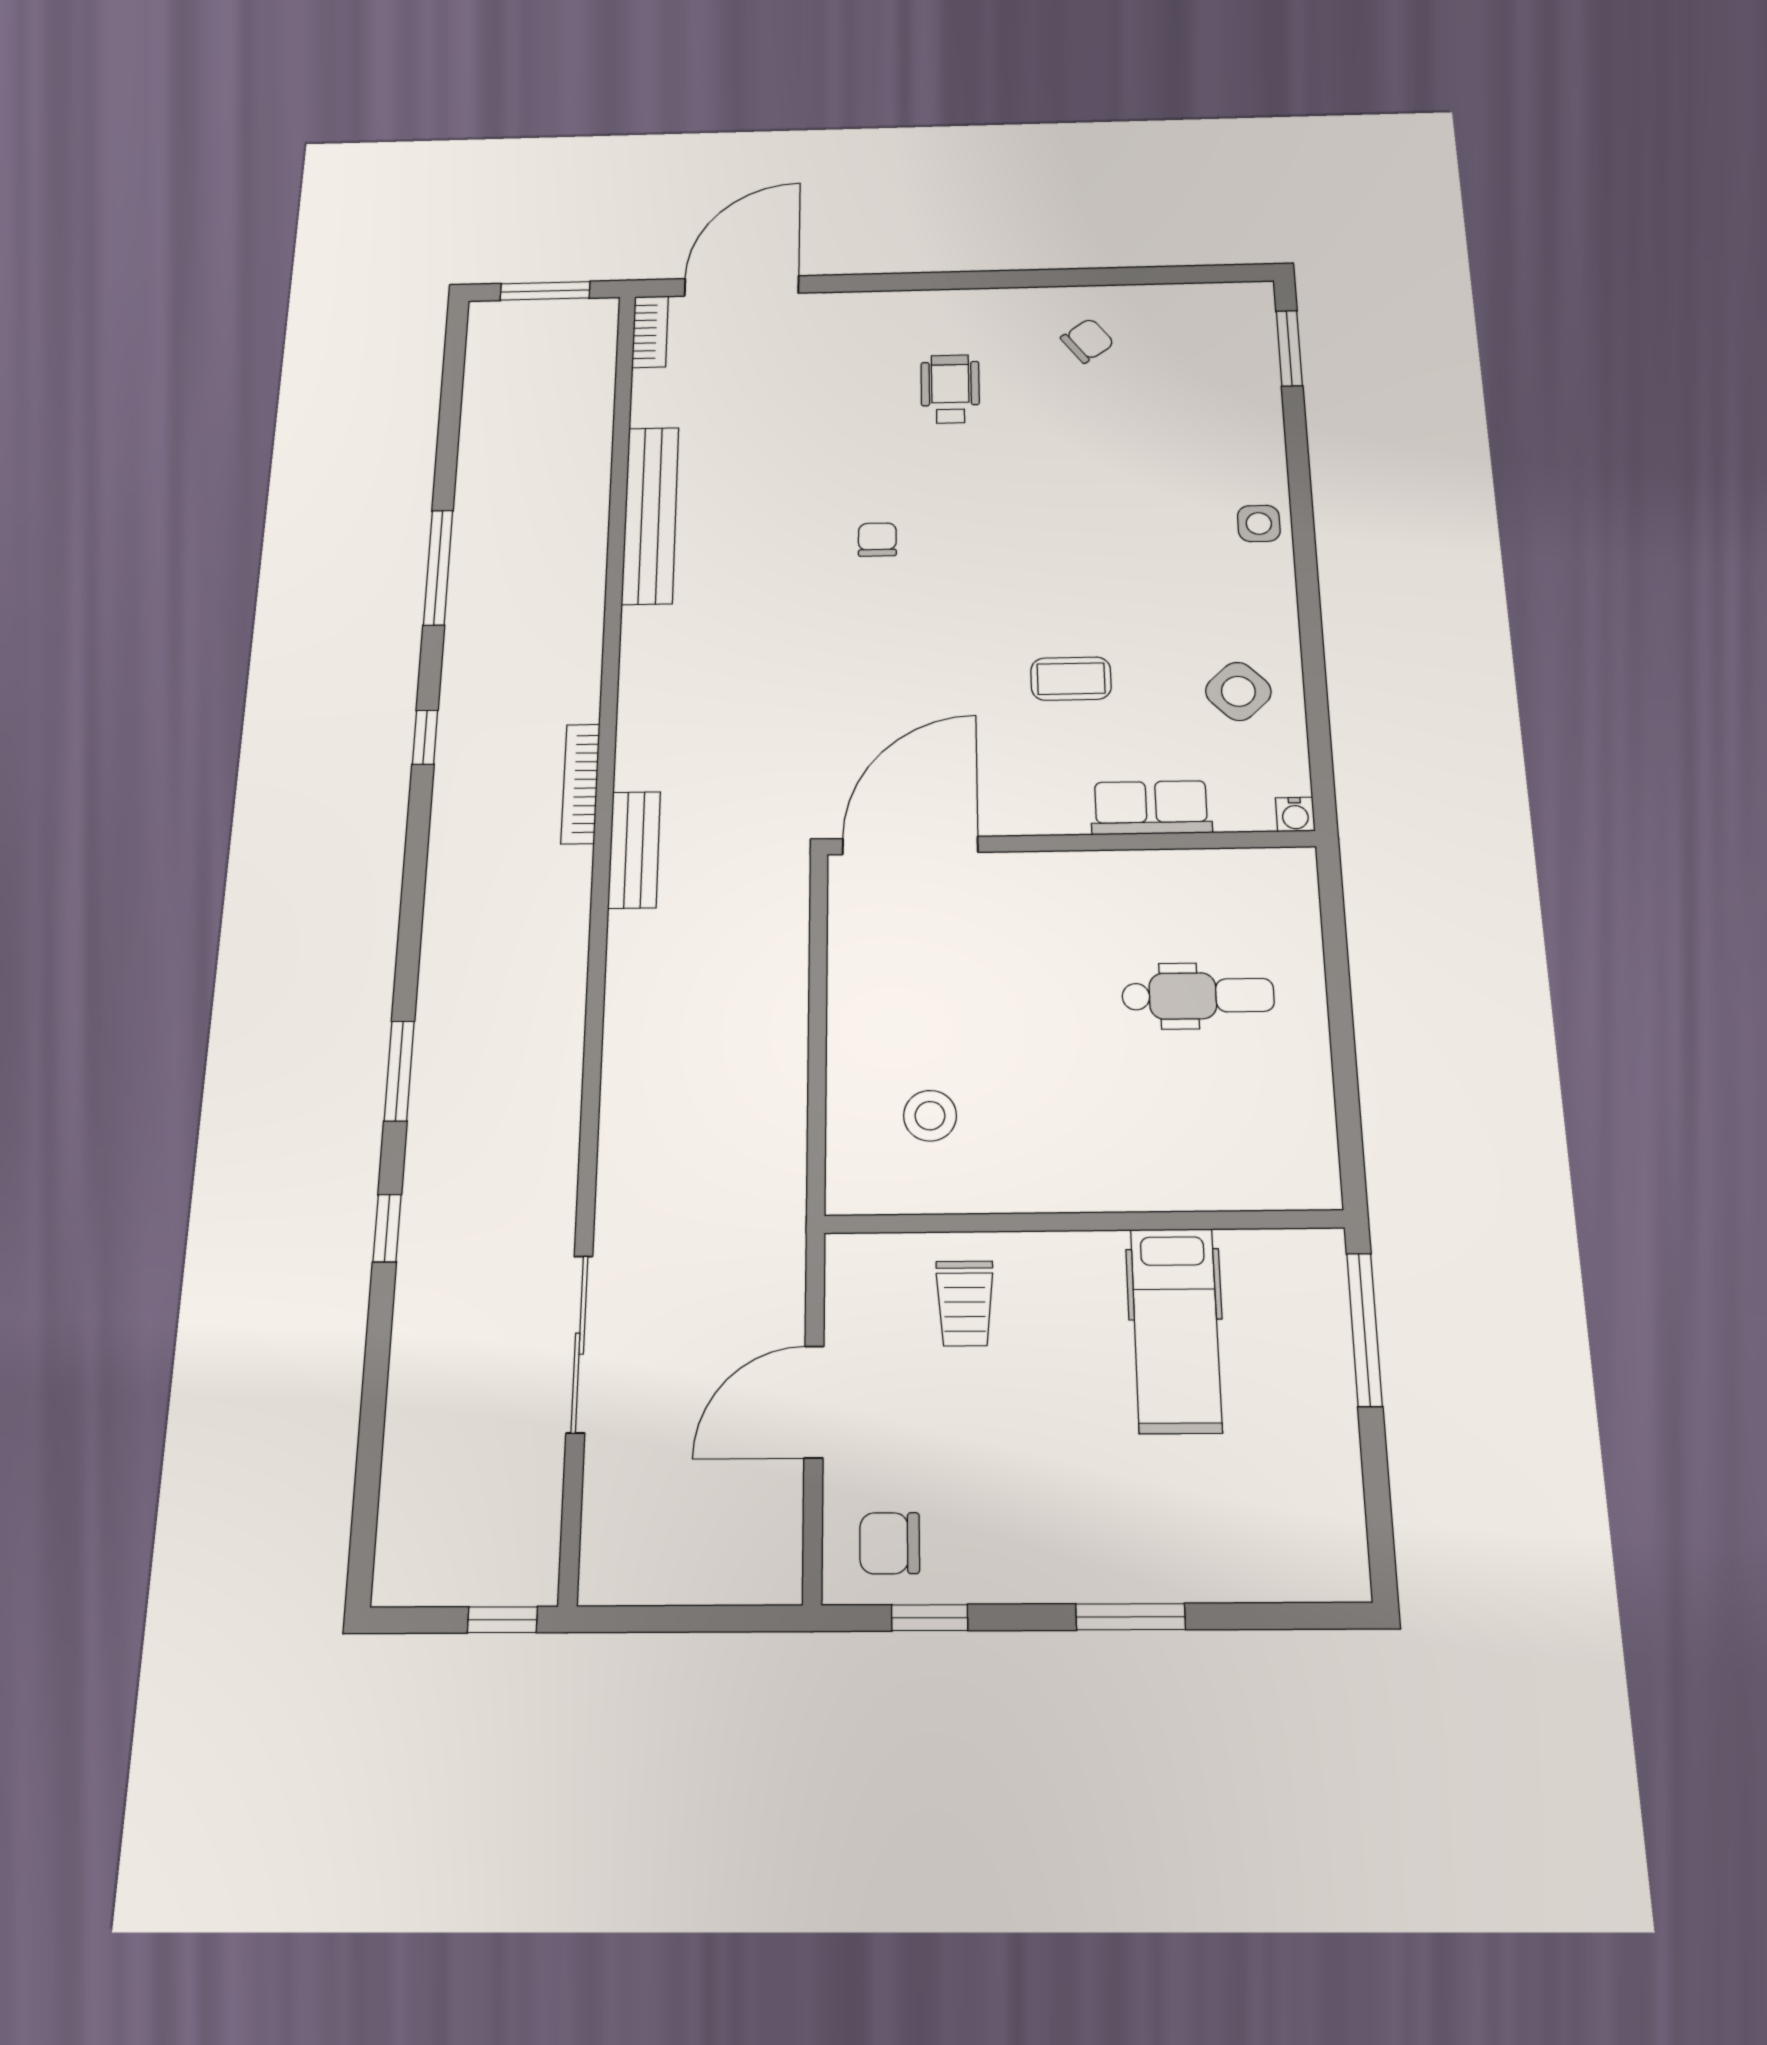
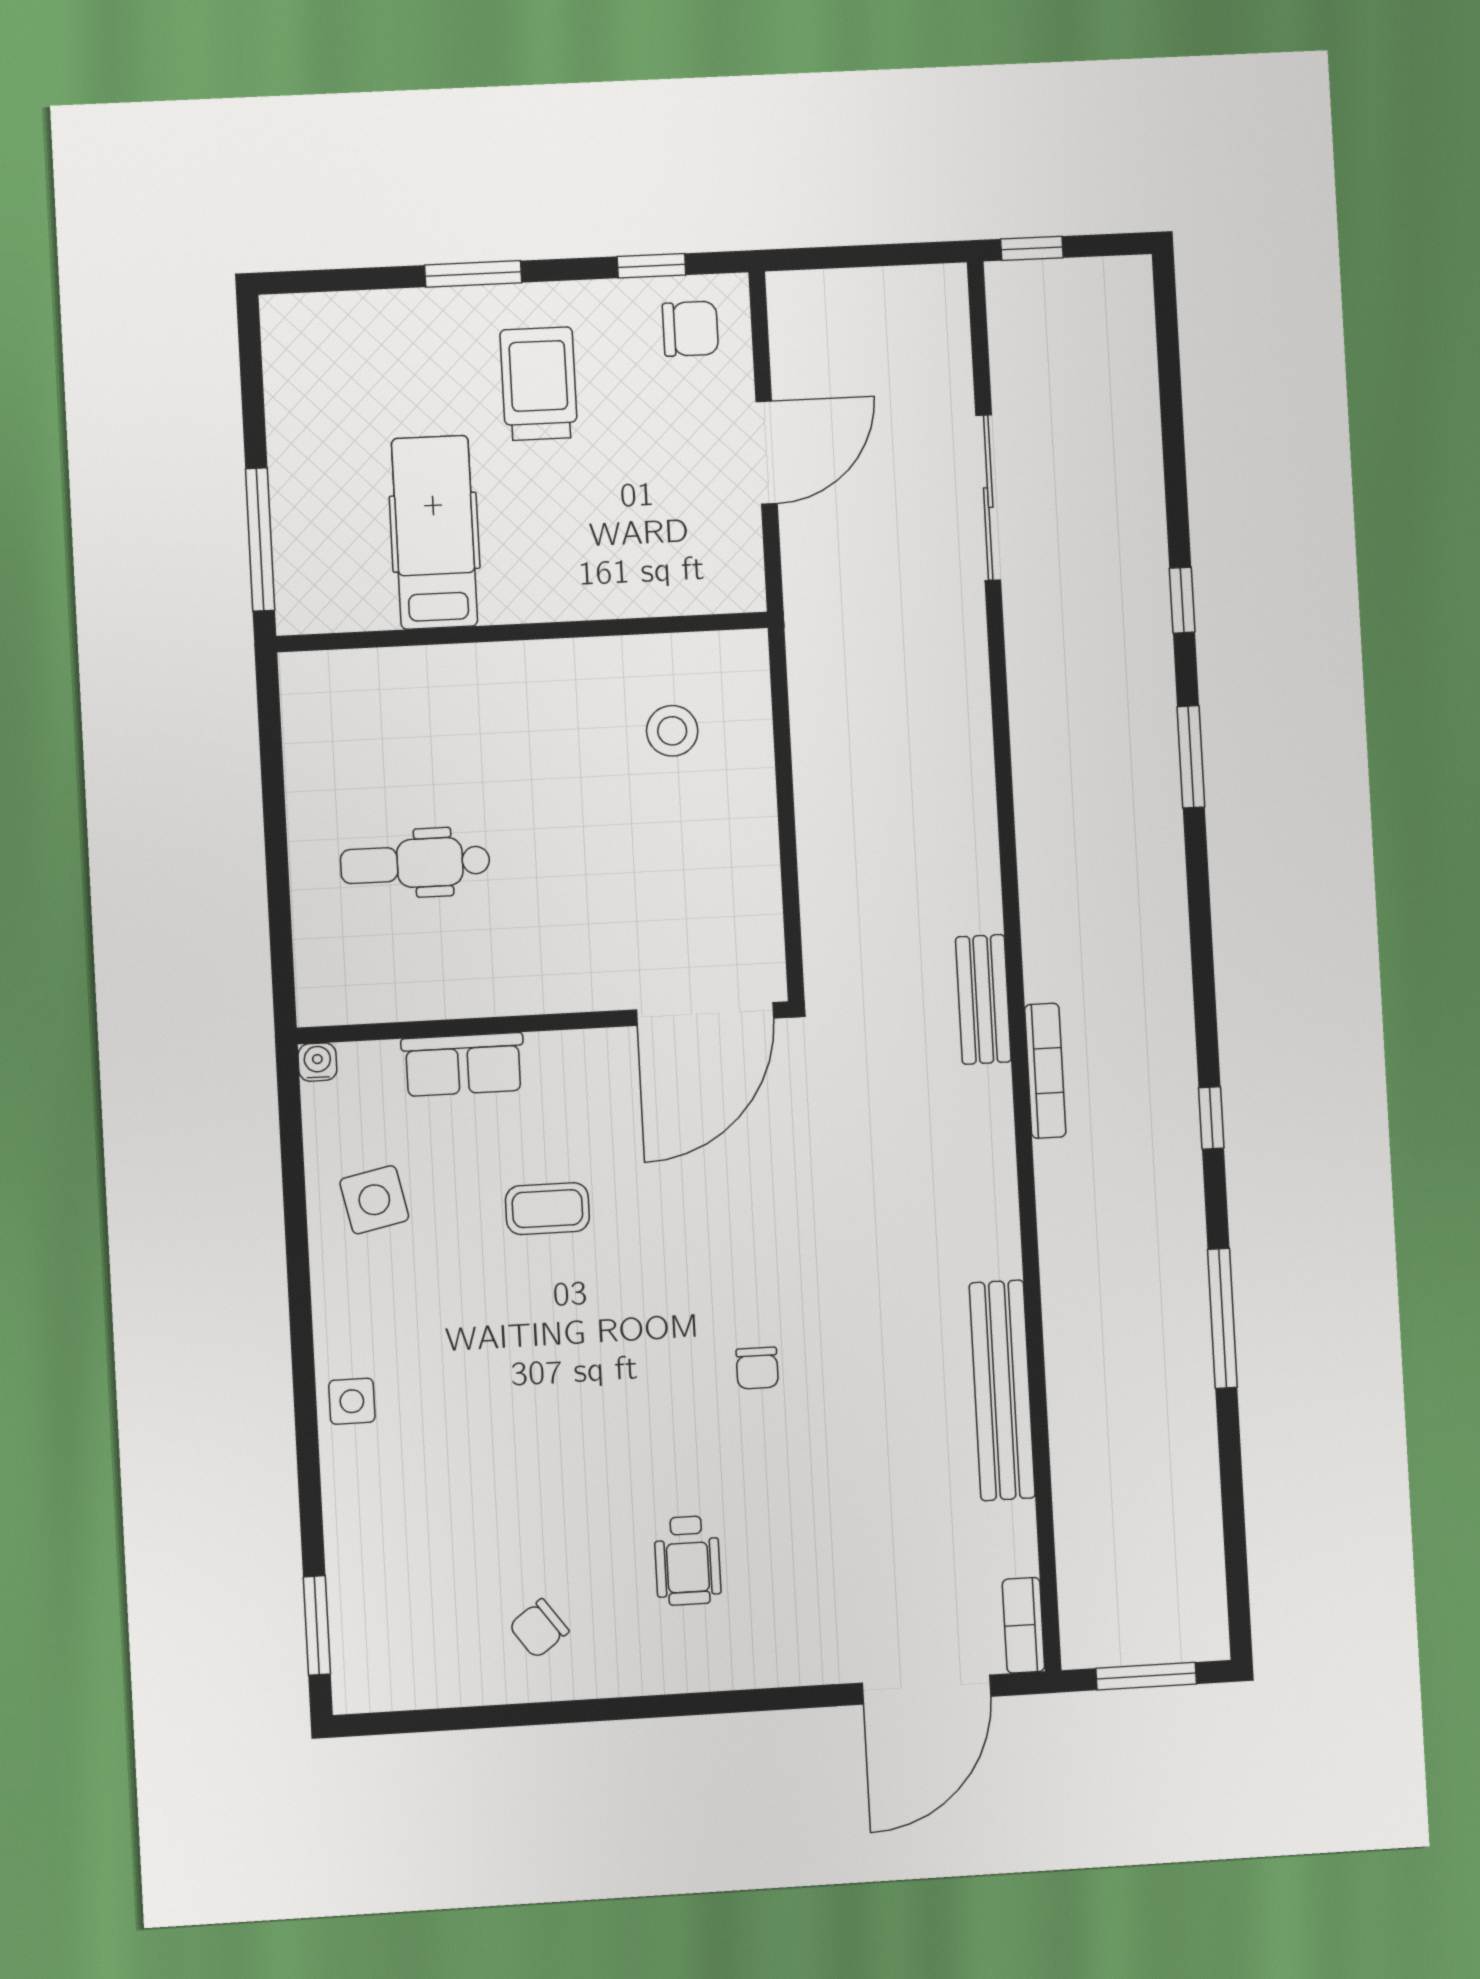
side table: (1238, 691) -> (374, 1200), turned 32
trolley: (965, 1303) -> (539, 384), moved, width x1.36, depth x1.39

